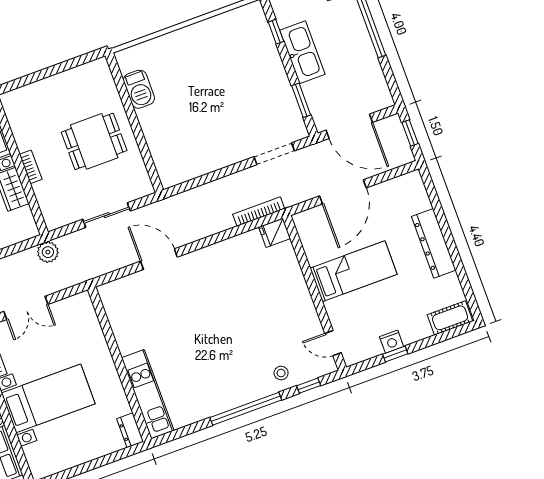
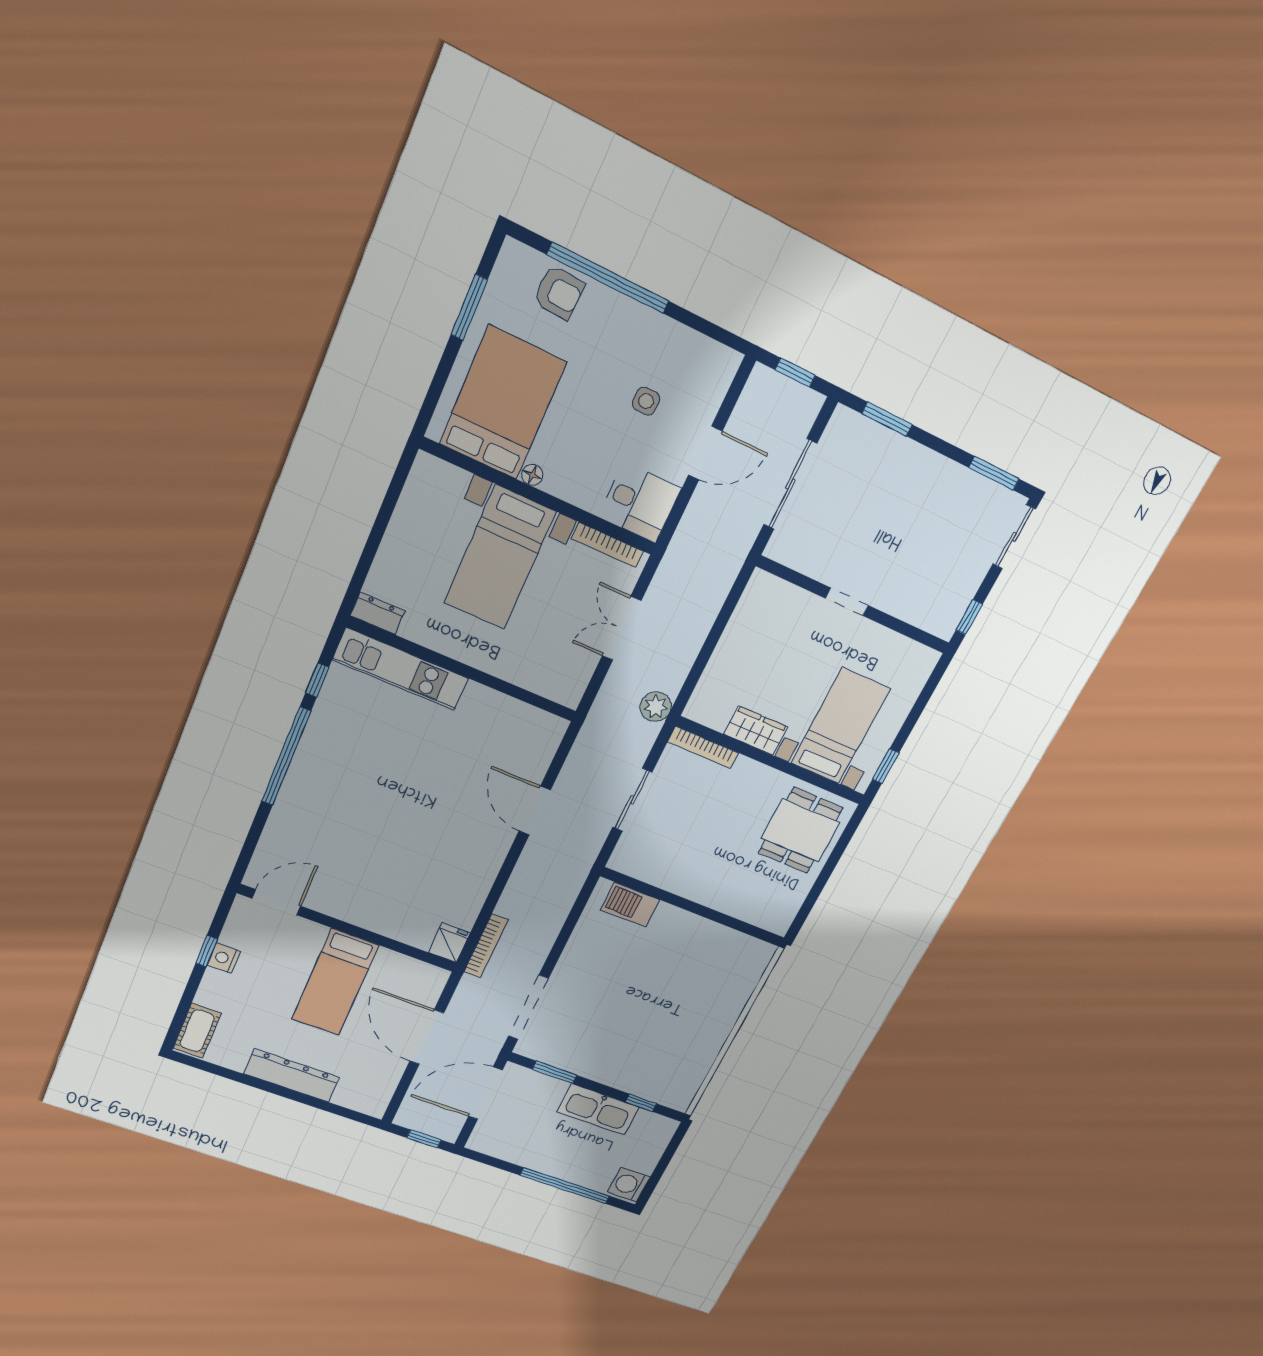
barbecue: (139, 89) -> (630, 905), moved
dining table: (94, 141) -> (800, 830), moved
doorway: (274, 154) -> (528, 1007), width x1.36
bookcase: (31, 167) -> (703, 747), moved, width x1.56
door: (159, 259) -> (535, 811), swing flipped
door: (333, 343) -> (276, 902), width x1.38
stool: (281, 373) -> (292, 825), removed
window: (309, 386) -> (317, 680), moved

